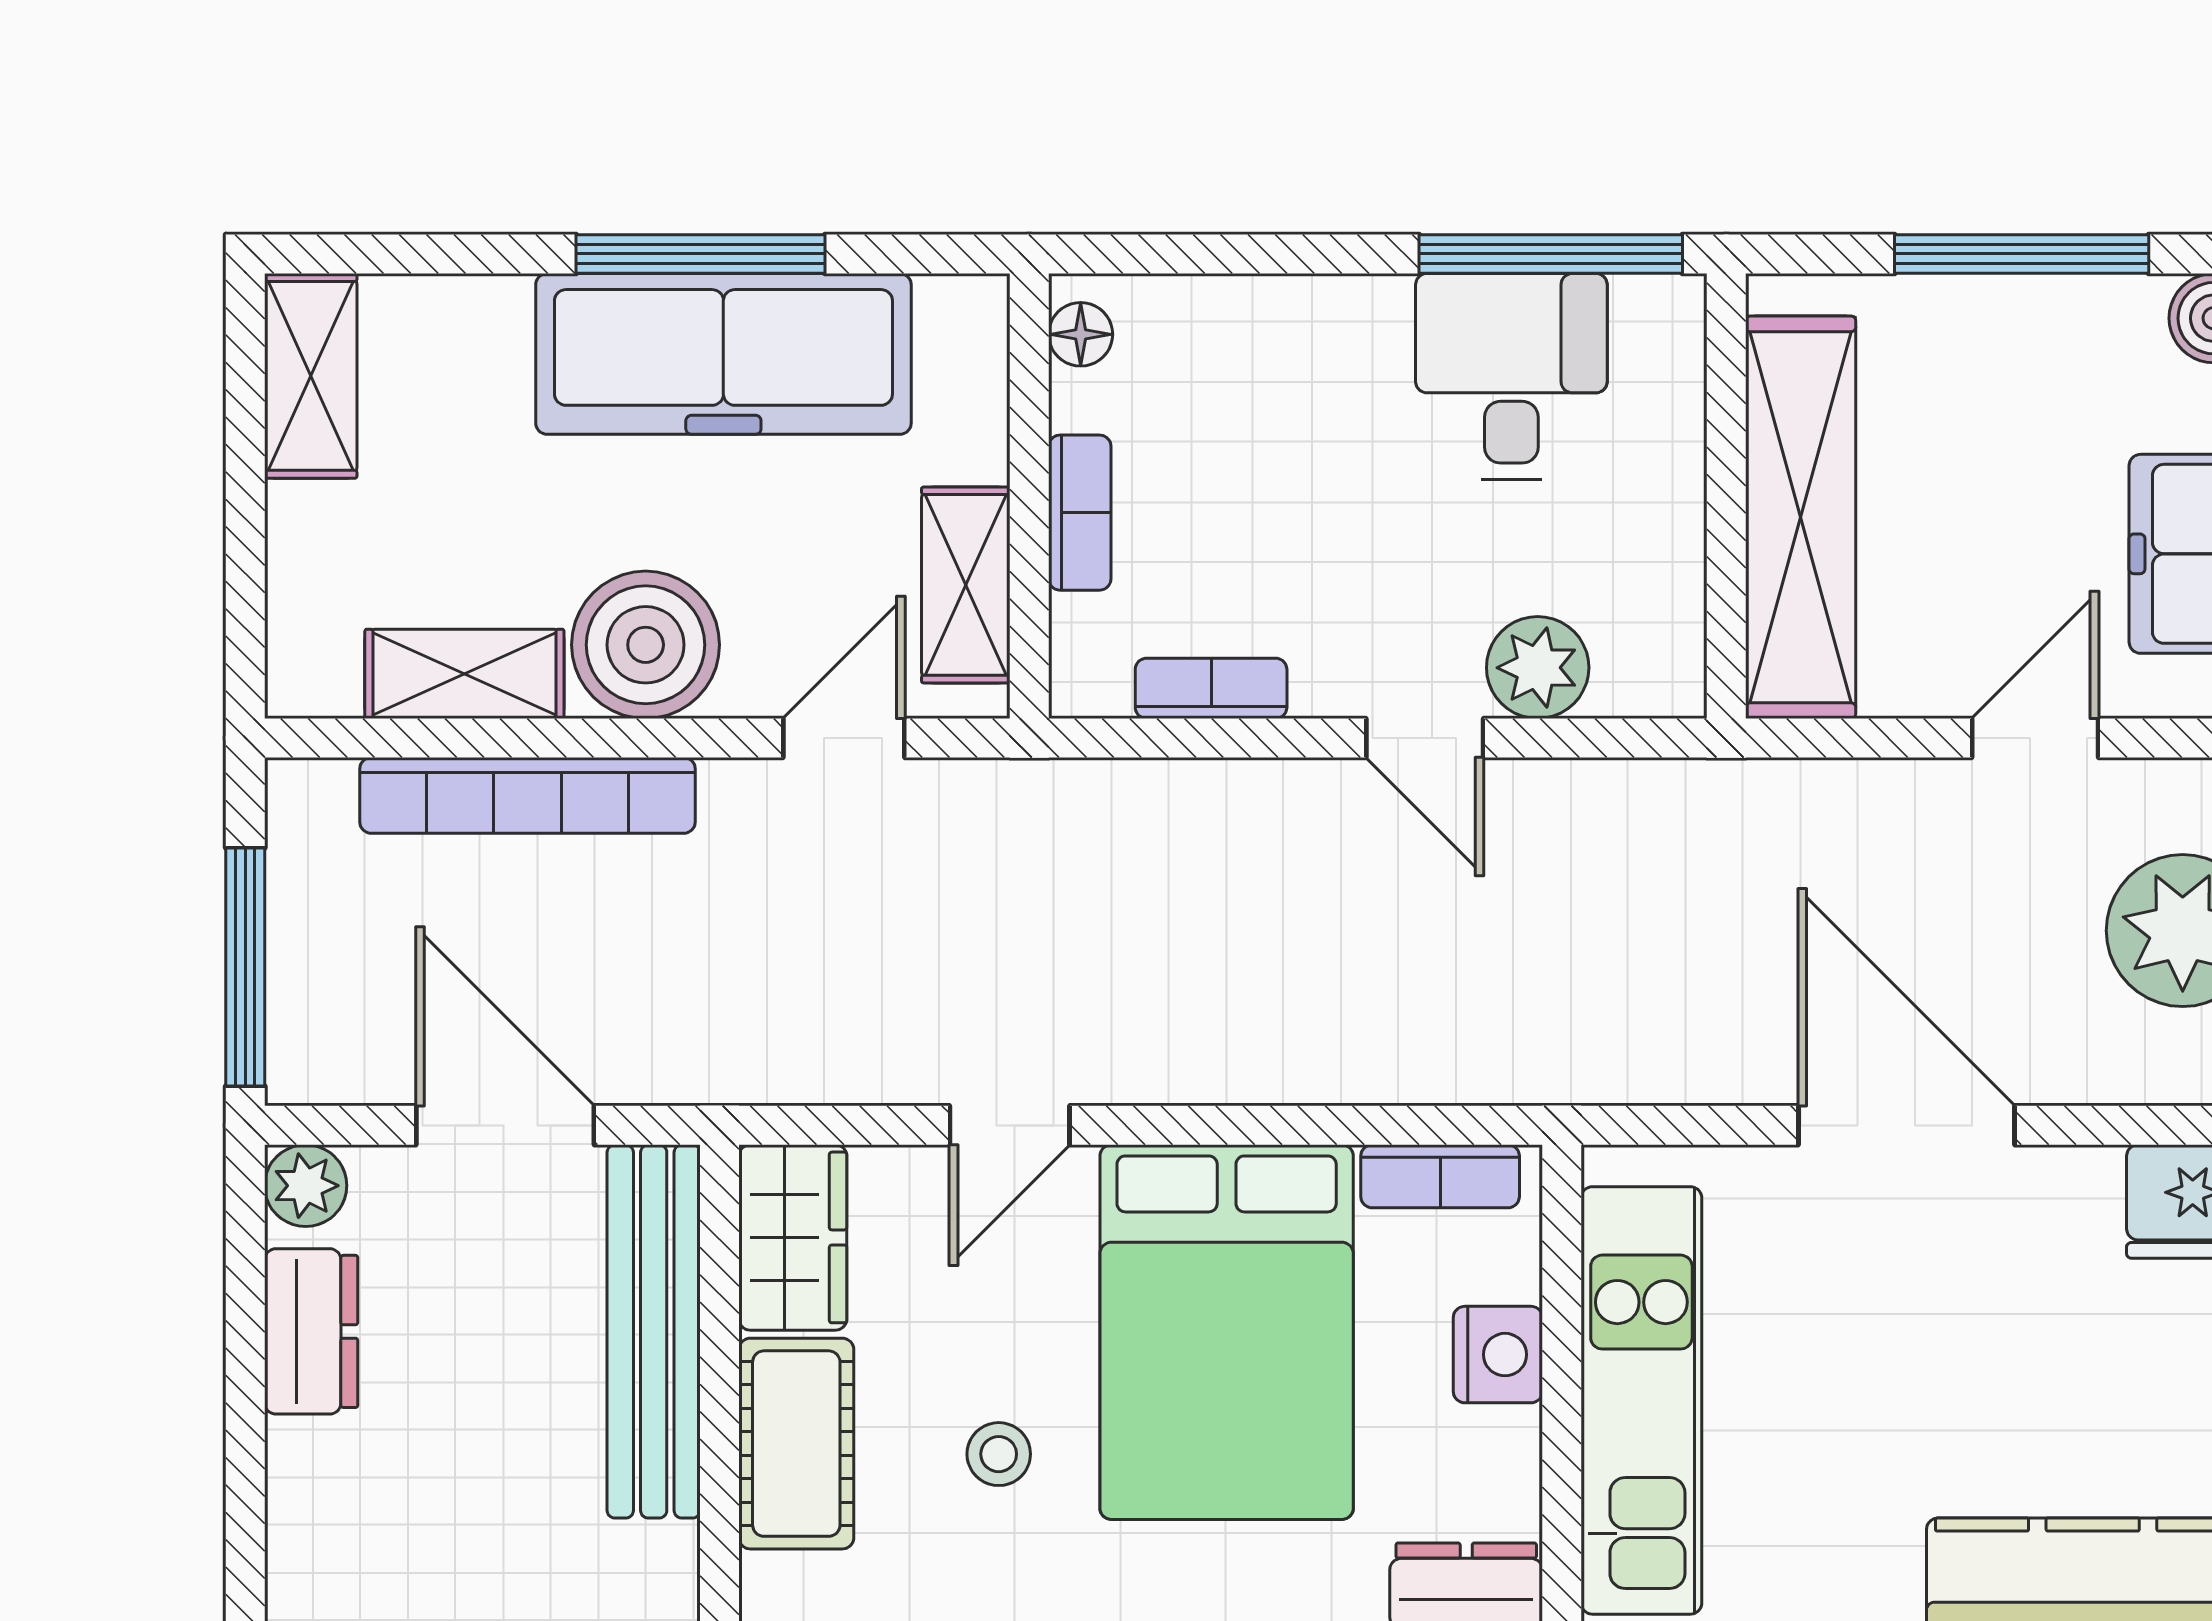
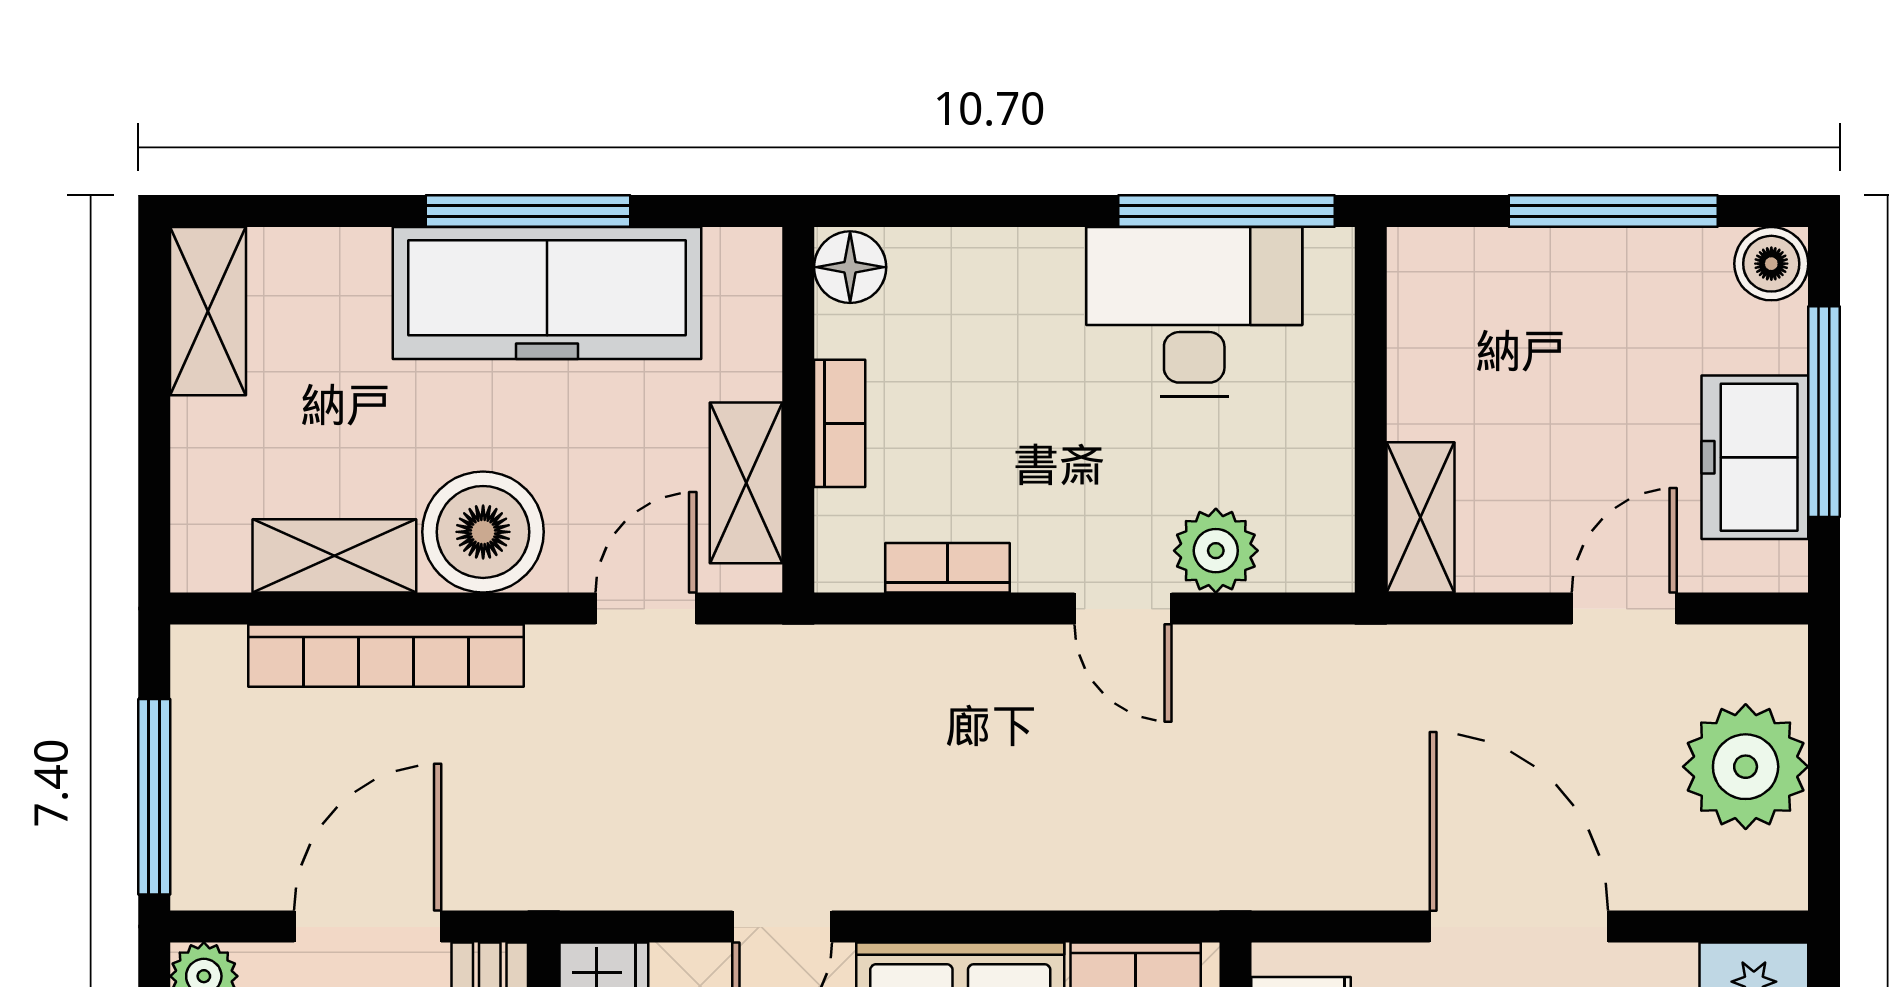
floor lamp: (1081, 334) -> (850, 267), width x1.37, depth x1.37
desk: (1511, 376) -> (1194, 312), width x1.37
shelving: (1801, 517) -> (1420, 517), width x0.45, depth x0.75
door: (505, 1125) -> (368, 927), hinge flipped

